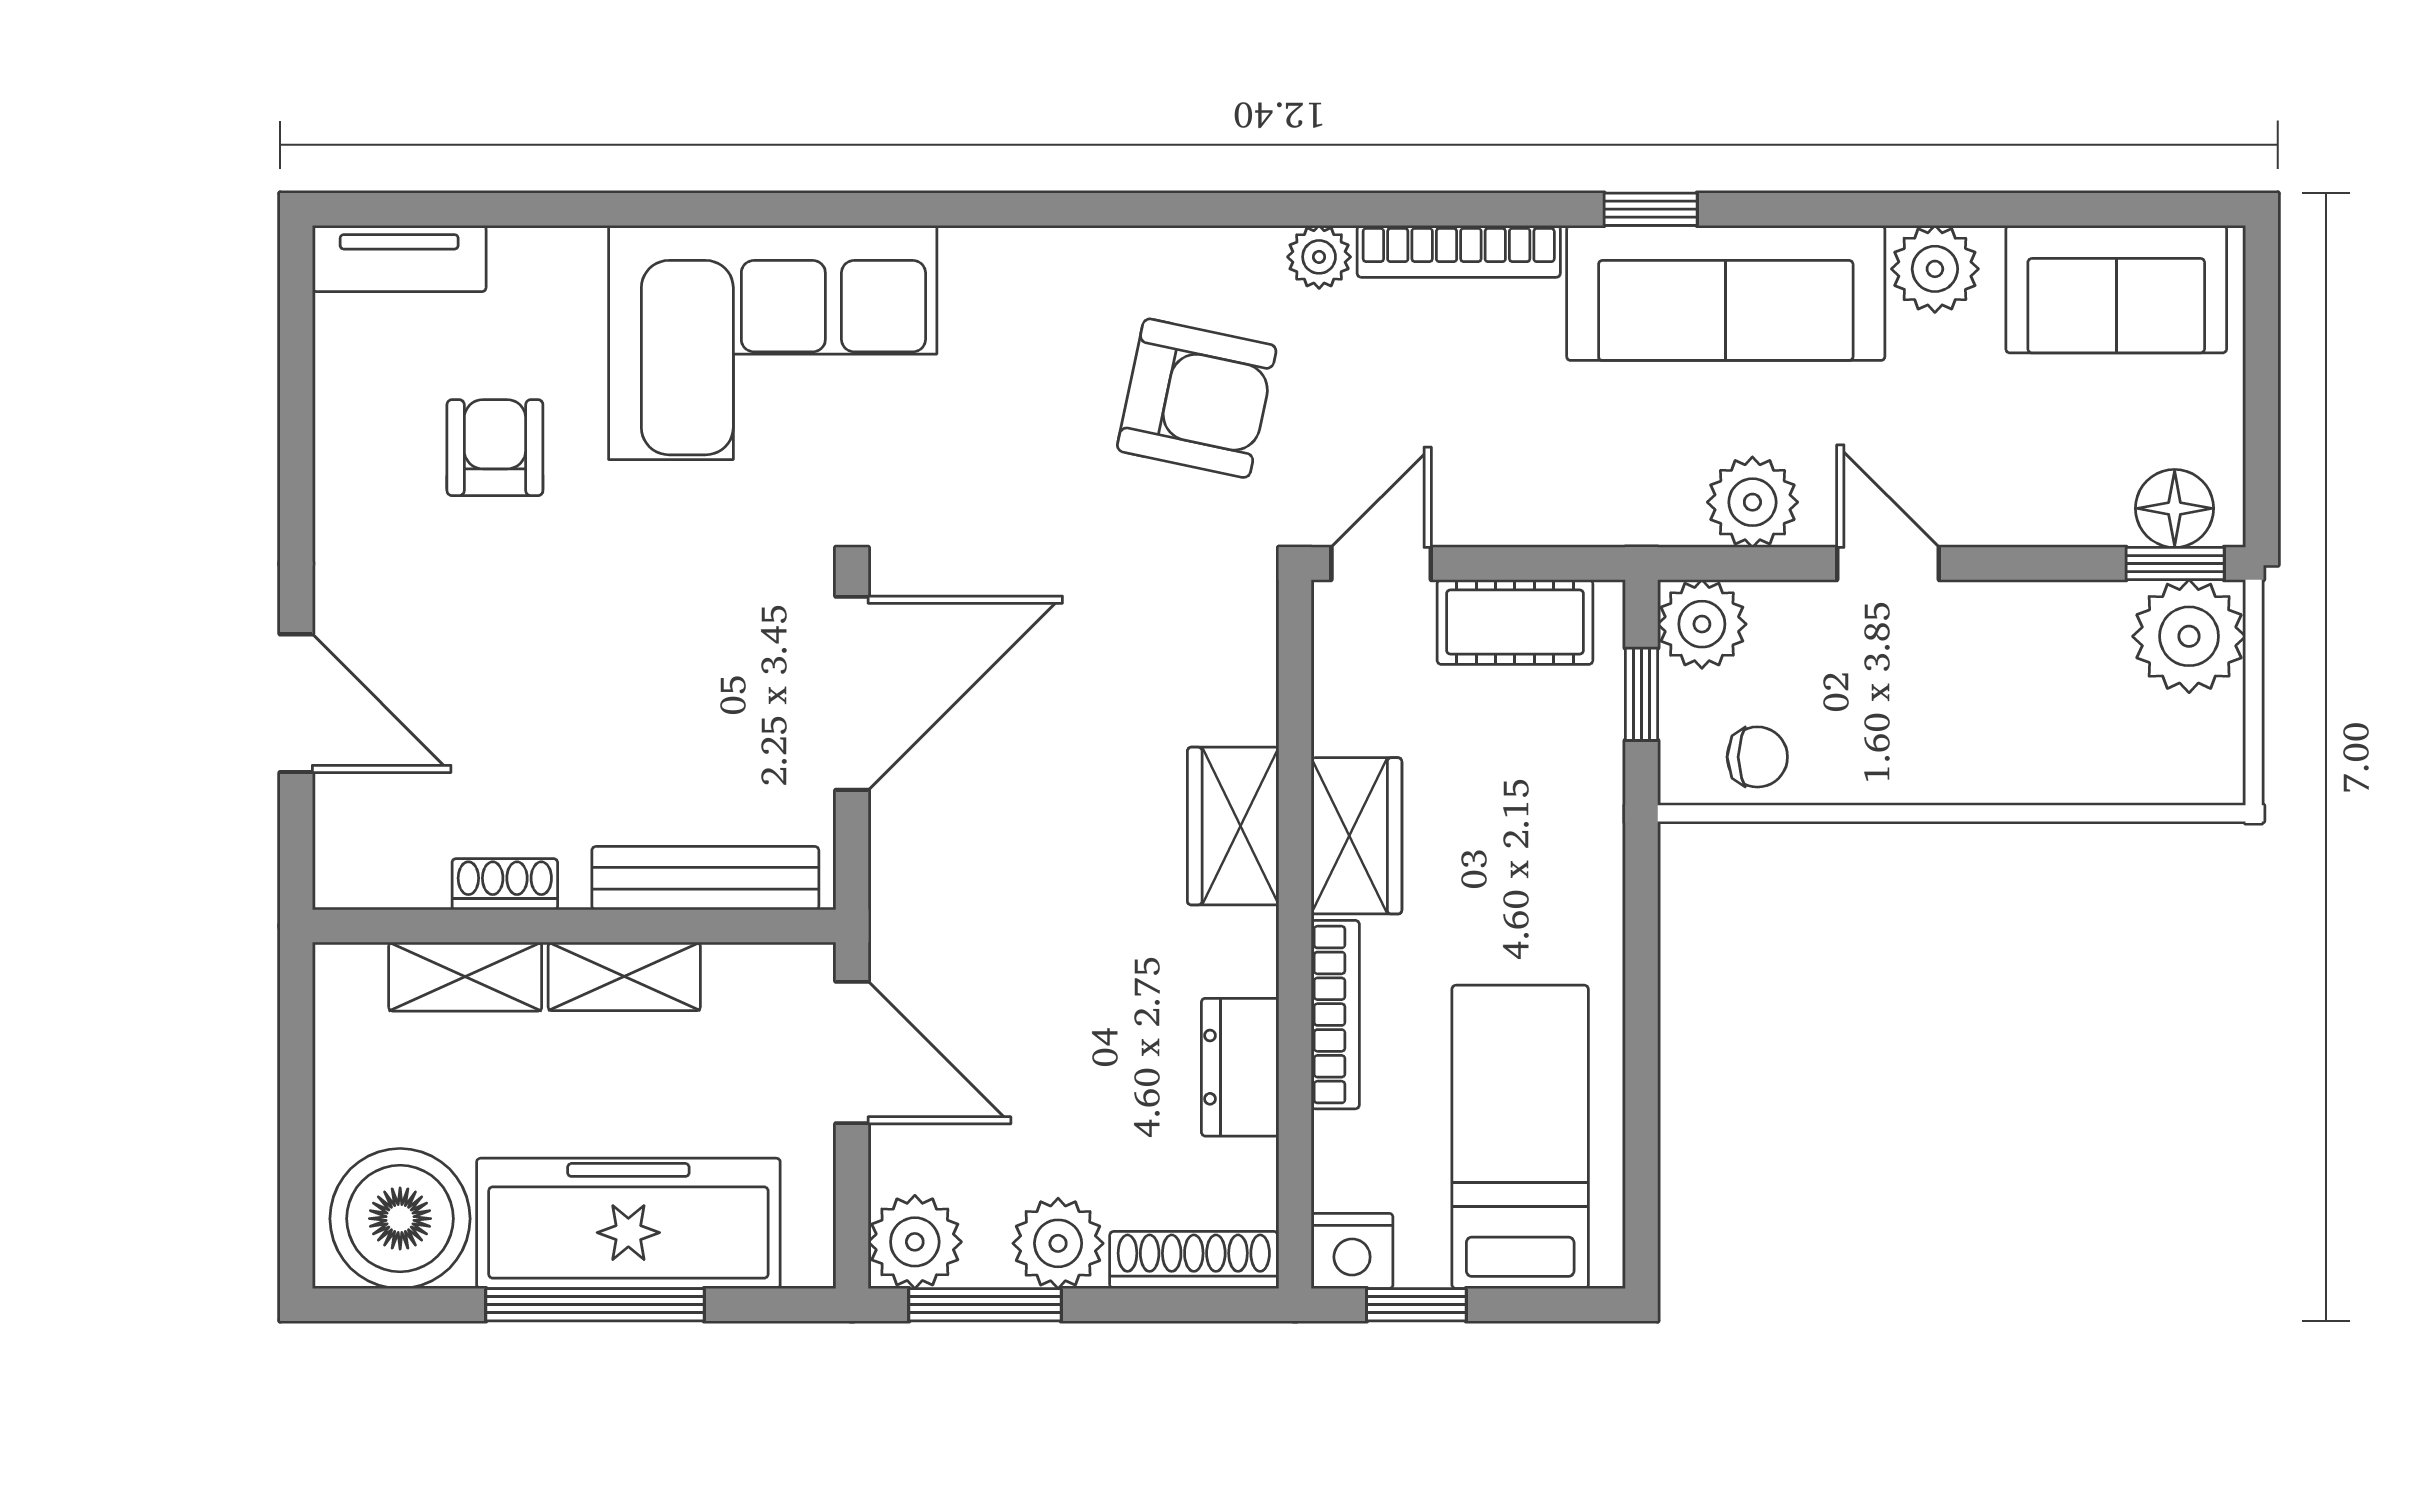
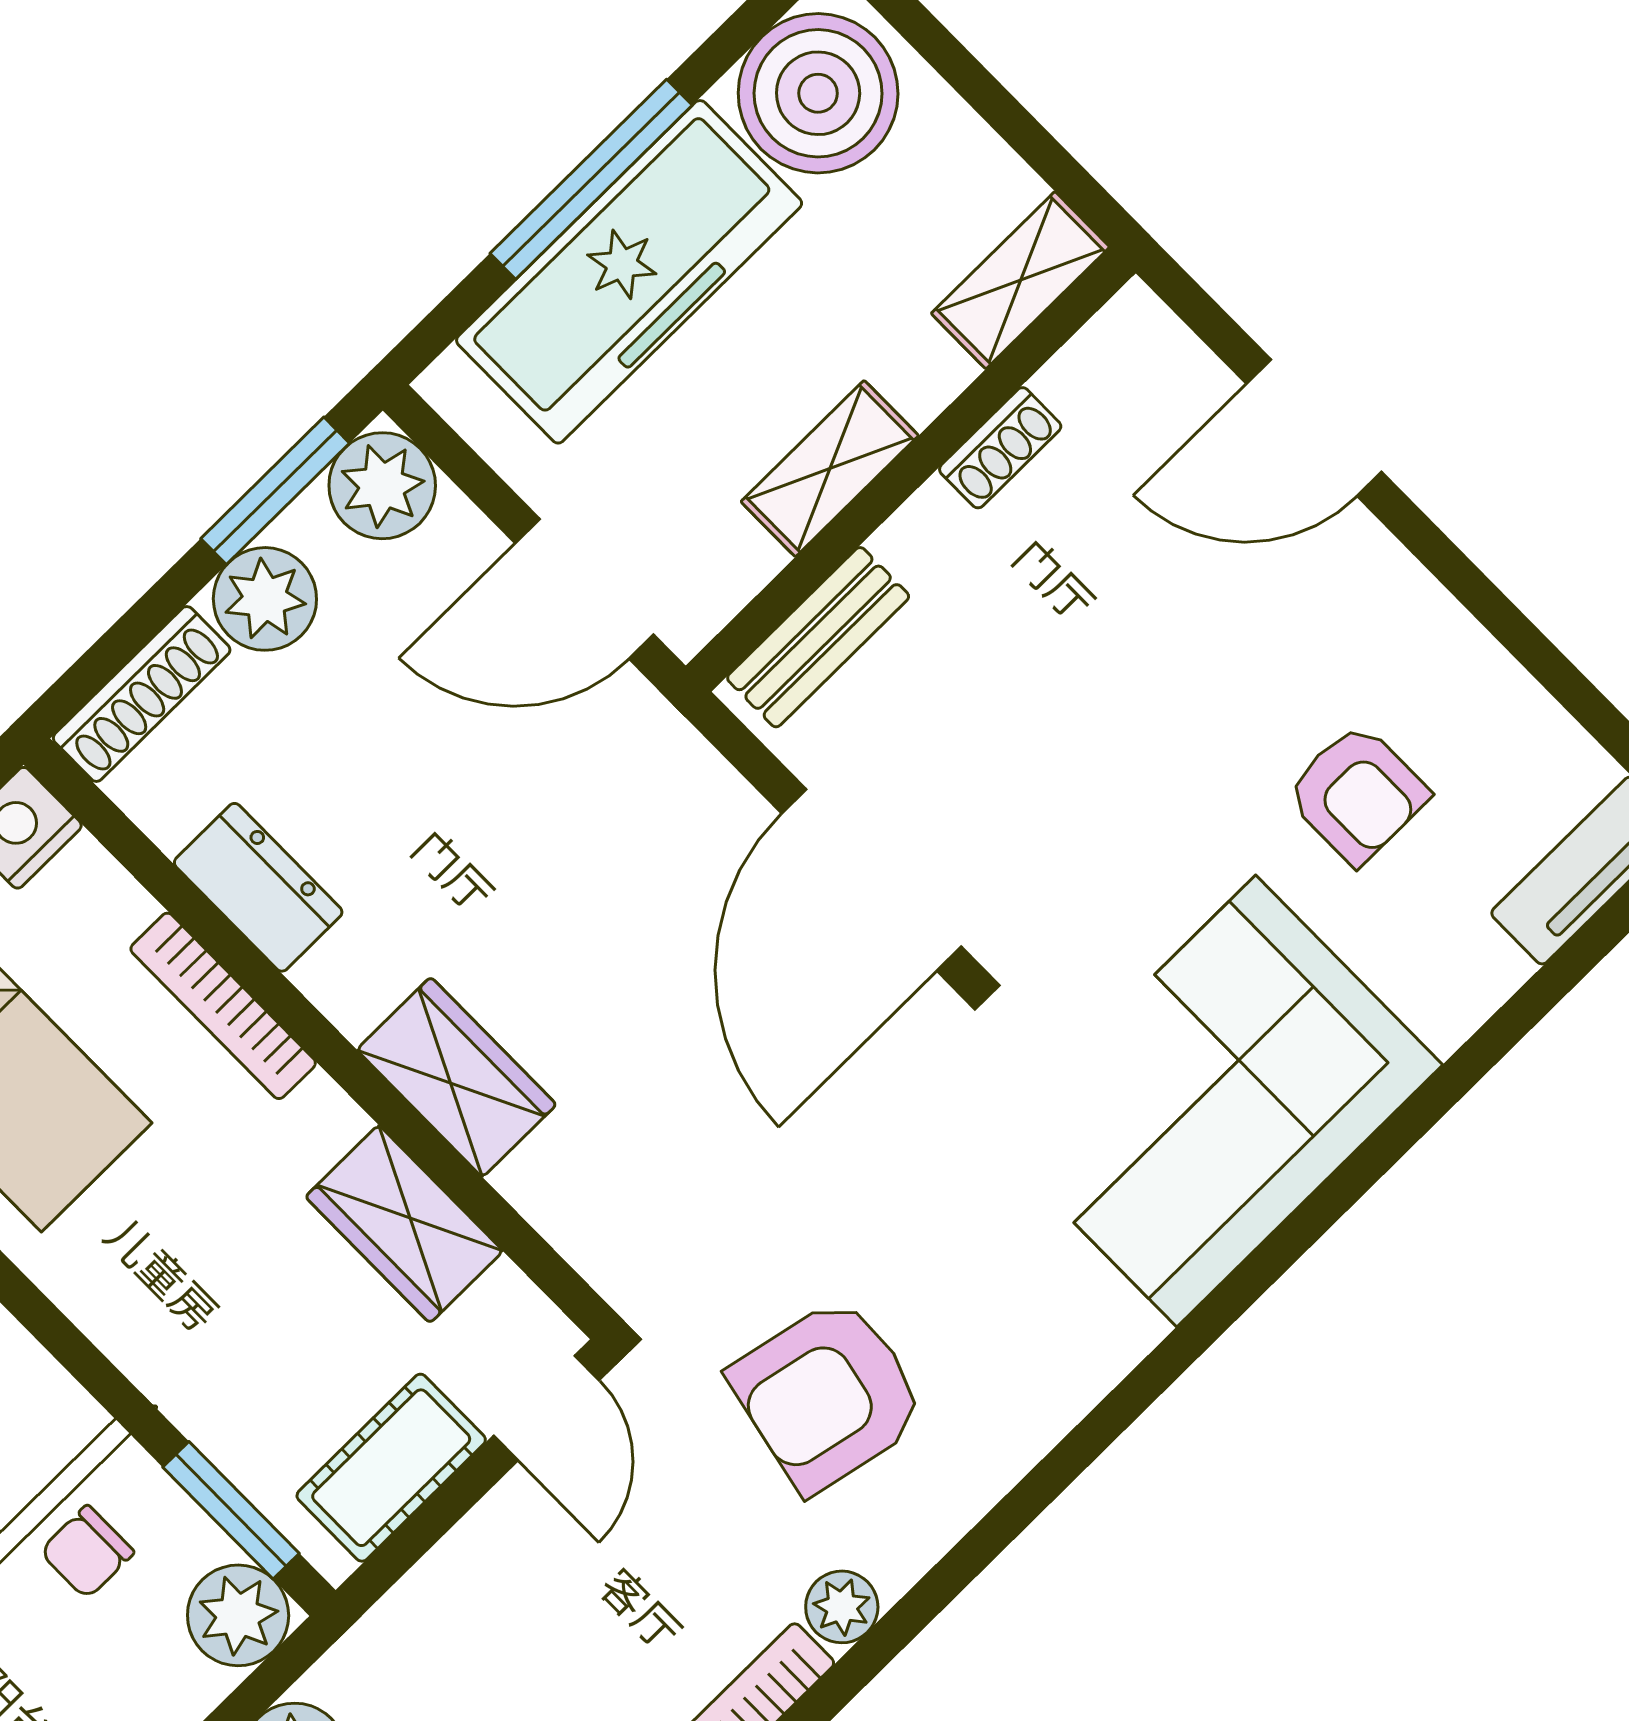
window: (1641, 694) -> (231, 1510), width x1.50
wardrobe: (1356, 836) -> (404, 1224), moved
bench: (705, 878) -> (818, 637), width x0.73
shelving: (465, 977) -> (1020, 280), moved

